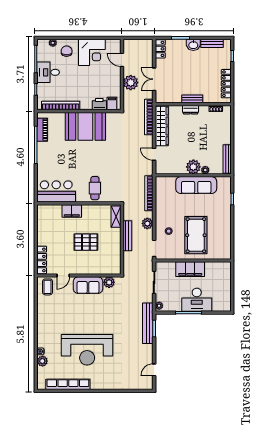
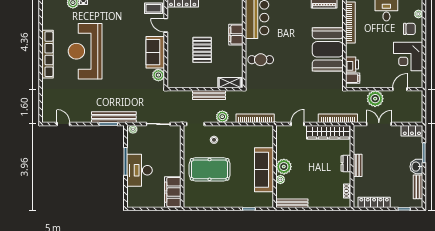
filing cabinet: (190, 269) -> (173, 192), moved
row of seats: (68, 384) -> (48, 54), moved

